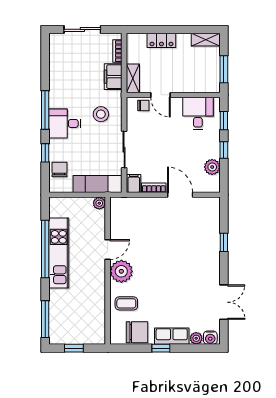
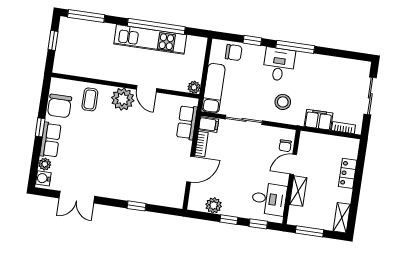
shelving: (133, 78) -> (298, 191), moved, turned 90
row of seats: (135, 205) -> (187, 122), added

